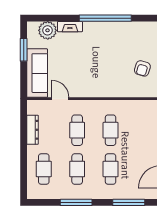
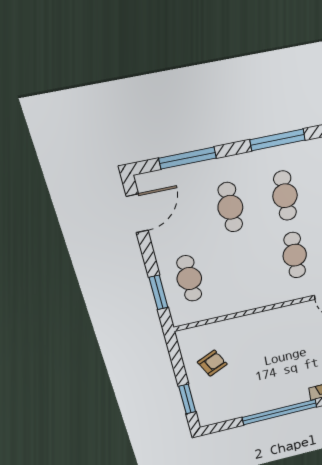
armchair: (142, 68) -> (212, 363), turned 48
cafe table: (111, 130) -> (189, 279), moved

